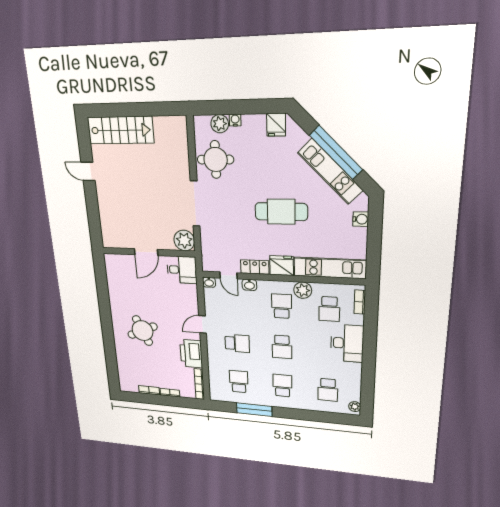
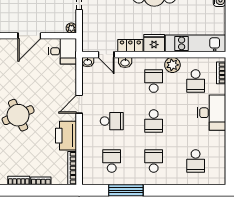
plant: (184, 240) -> (71, 28), width x0.53, depth x0.53
plant: (355, 407) -> (220, 176), removed

